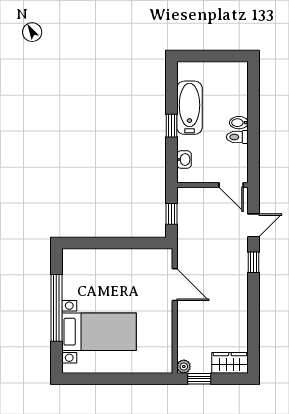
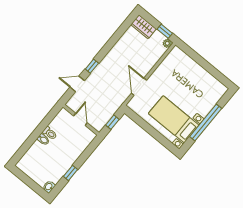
bathtub: (189, 108) -> (61, 166), removed
window: (171, 126) -> (70, 173), moved
washbasin: (184, 160) -> (49, 187), moved
door: (231, 185) -> (80, 119), moved
bed with nightstands: (99, 332) -> (174, 119), moved

